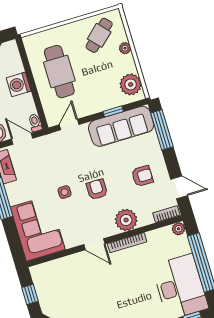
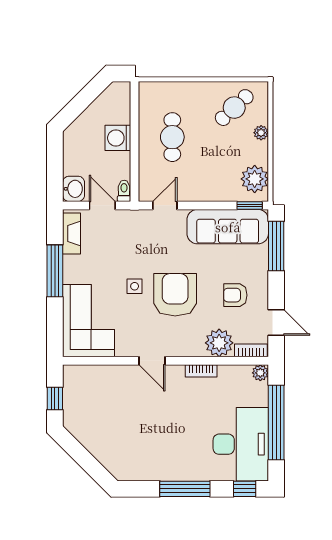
cafe table: (59, 72) -> (172, 137), width x0.73, depth x0.74
window: (113, 111) -> (250, 205), moved
armchair: (142, 176) -> (235, 295), turned 180
armchair: (97, 189) -> (175, 295), width x1.88, depth x1.88
plant: (126, 220) -> (219, 343), moved
bookcase: (127, 243) -> (201, 371), width x0.64

